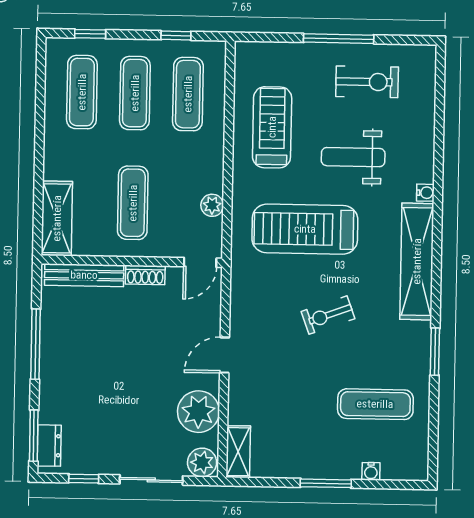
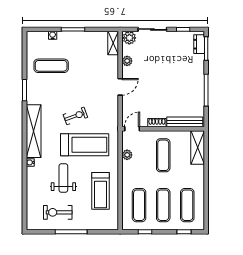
weight bench: (353, 157) -> (63, 178), turned -90
exercise bike: (328, 315) -> (75, 116), moved
plant: (198, 412) -> (127, 61), width x0.53, depth x0.53

